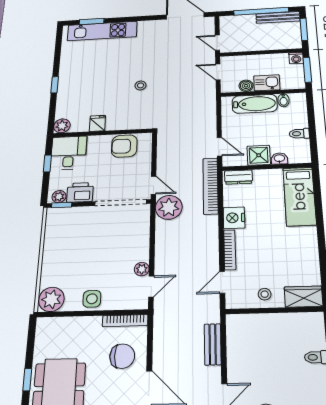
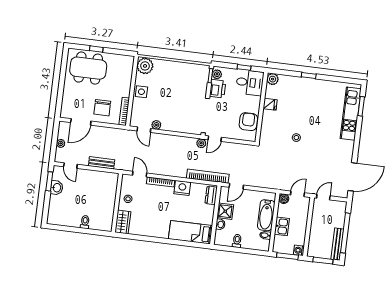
boiler: (246, 86) -> (284, 199), moved
plant: (169, 207) -> (201, 143), width x0.53, depth x0.53

